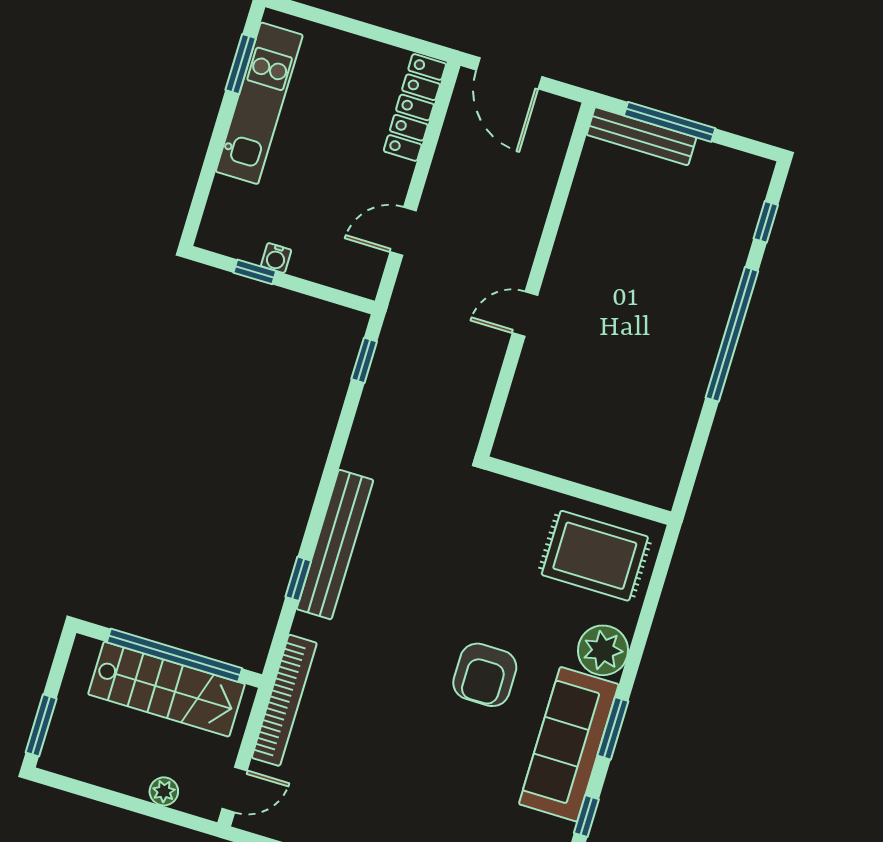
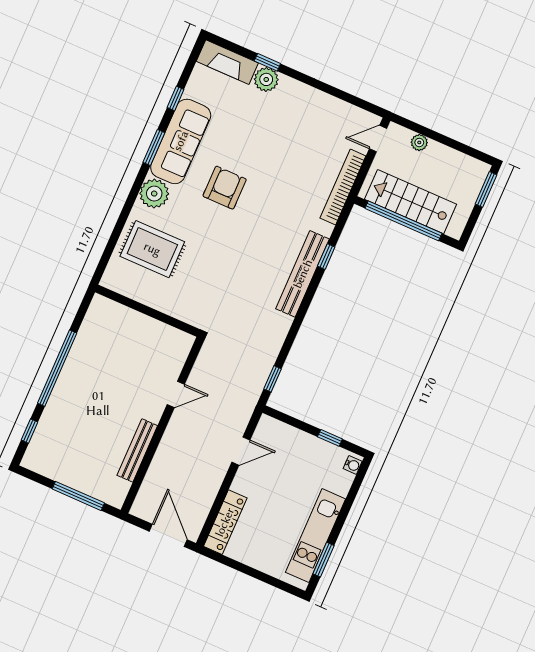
bench: (641, 136) -> (137, 450), moved, turned 90
water cooler: (276, 258) -> (353, 465), moved, turned 90
wall: (578, 491) -> (147, 311), moved

